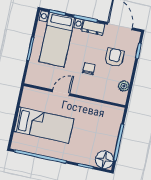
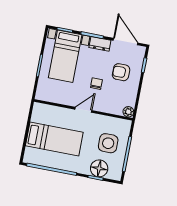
armchair: (114, 58) -> (121, 72), turned -90
plant: (124, 86) -> (128, 112), moved
door: (61, 93) -> (83, 110), moved
side table: (99, 131) -> (108, 143), added
floor lamp: (104, 160) -> (99, 168), moved

